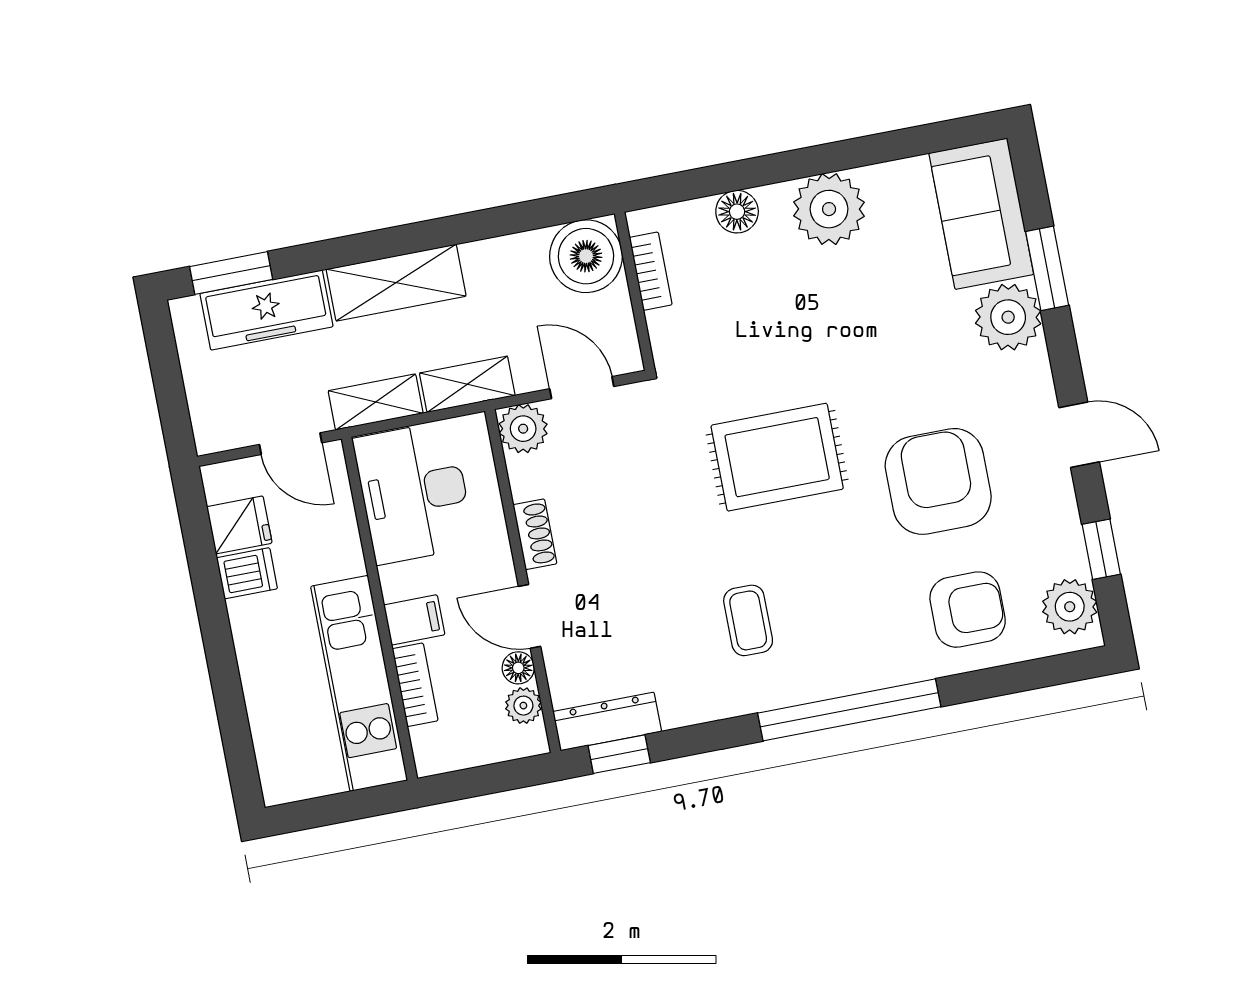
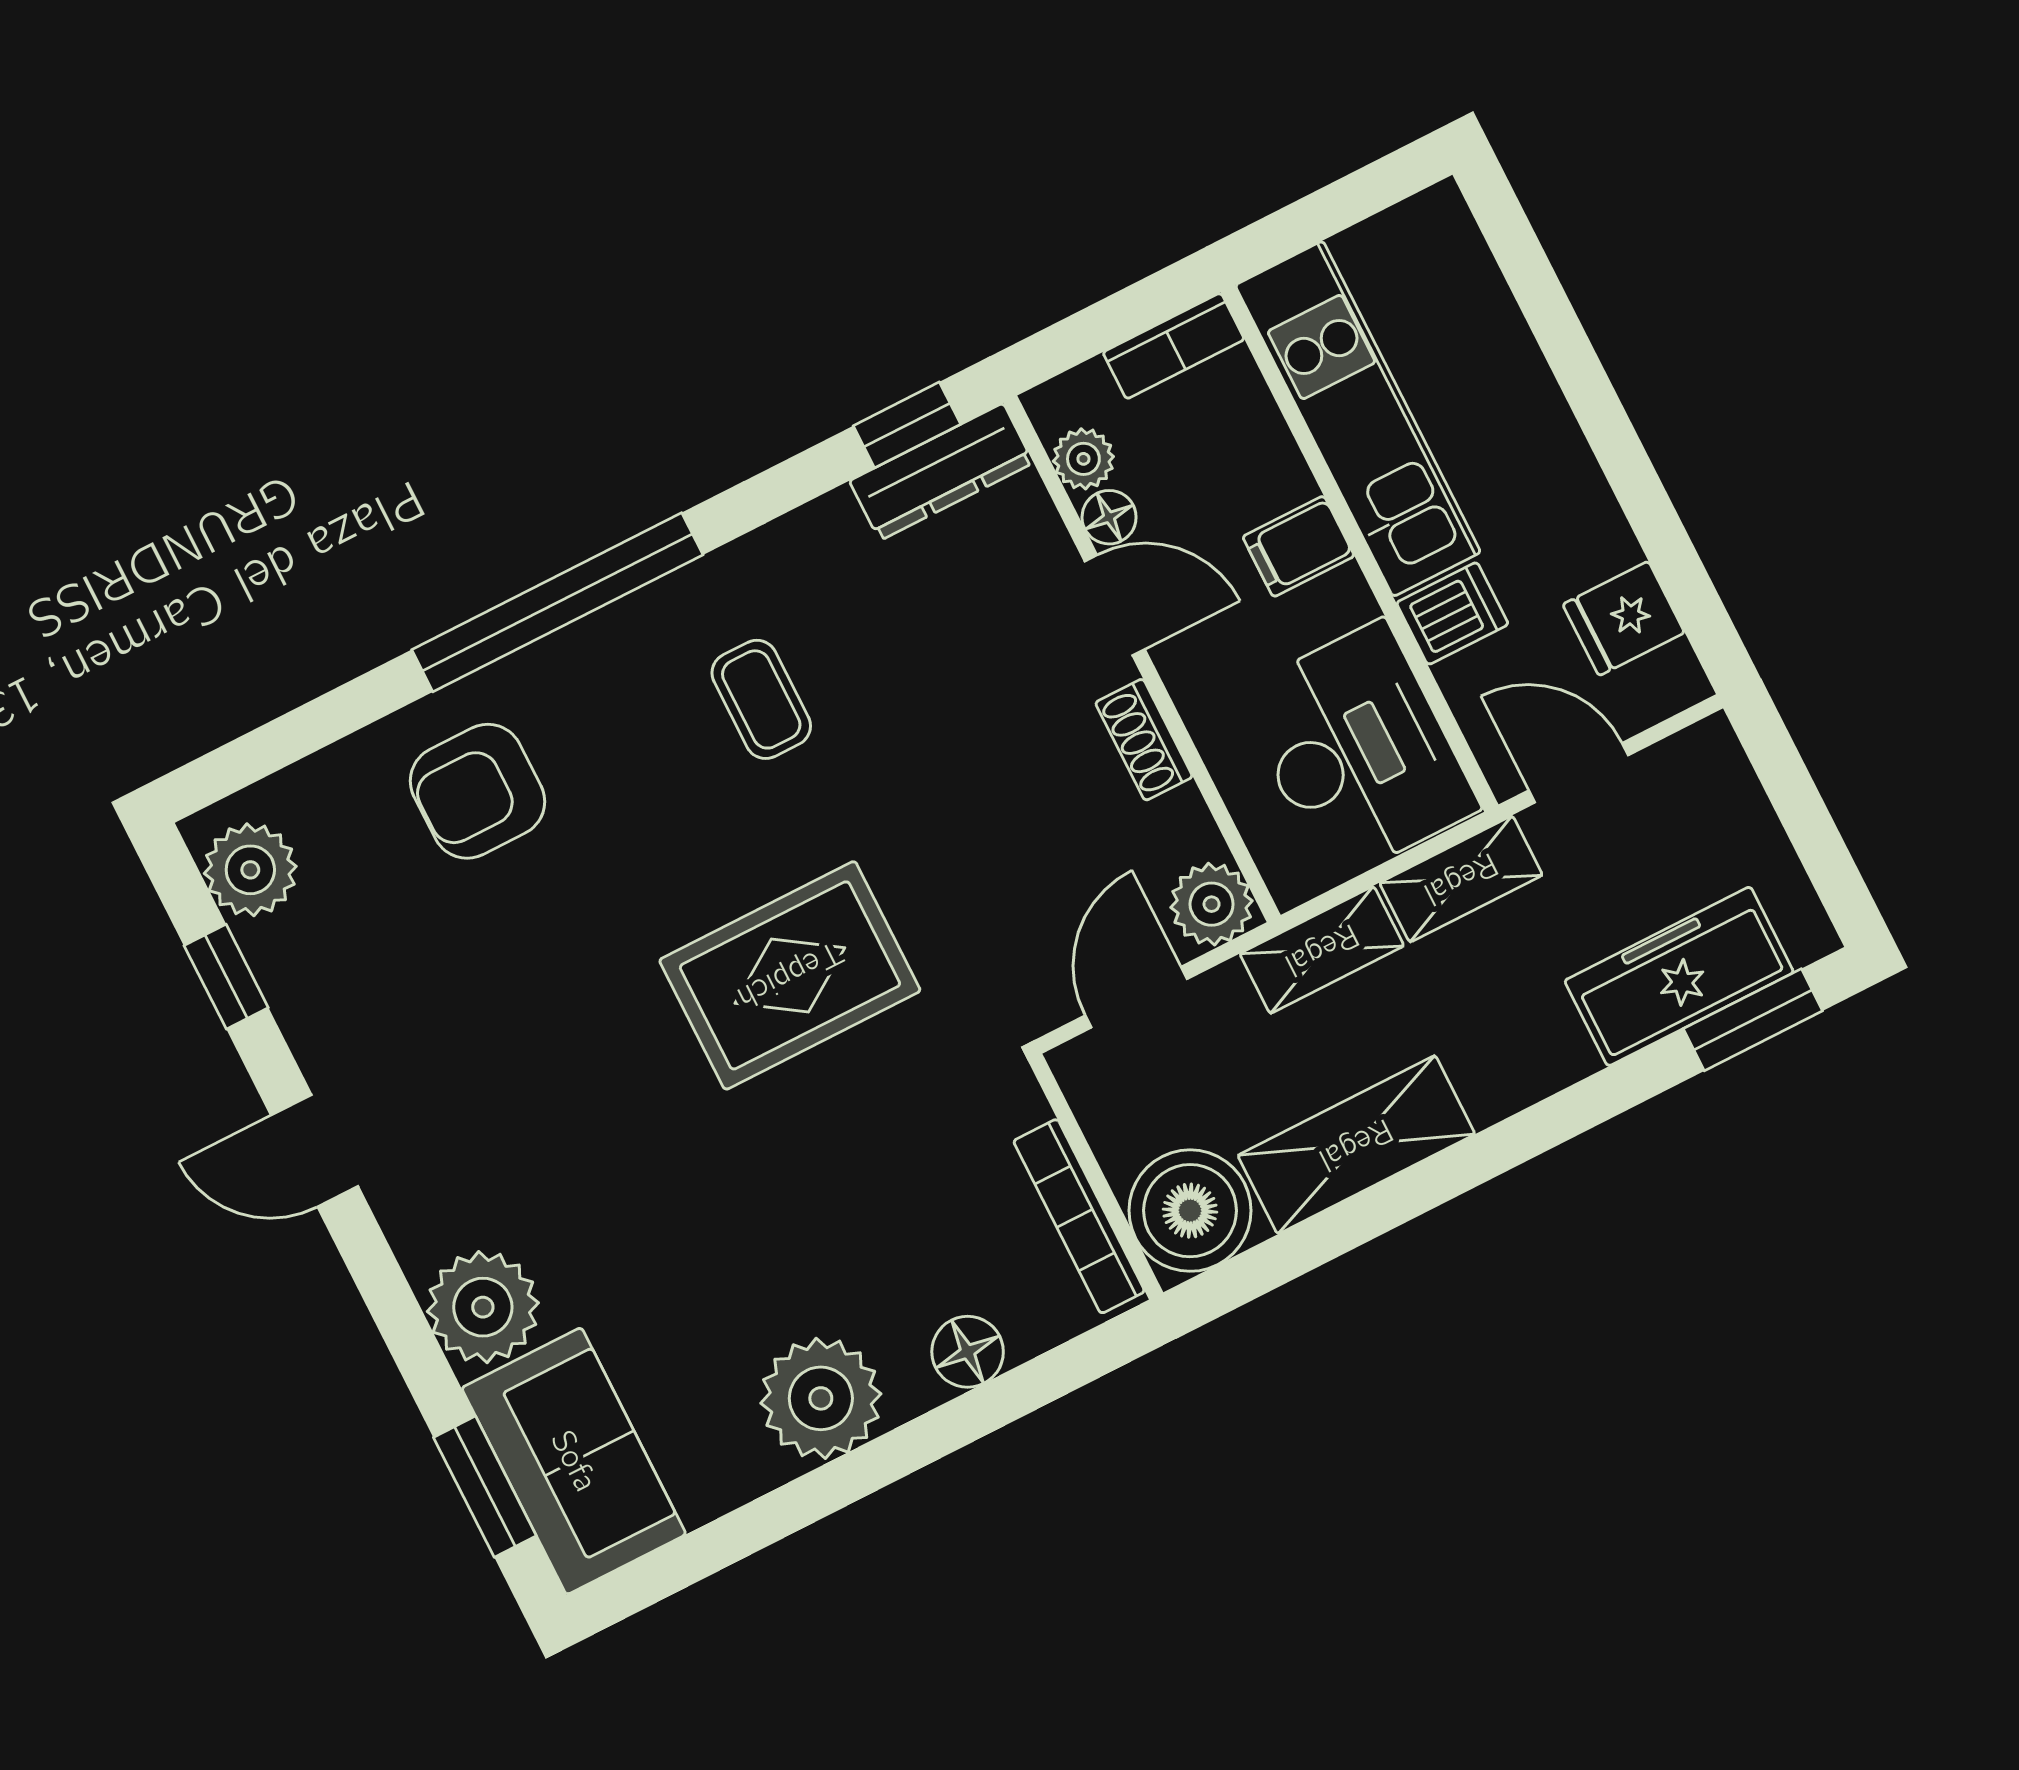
window: (1047, 268) -> (485, 1487), moved
bookcase: (651, 271) -> (1079, 1216), width x1.56
shelving: (396, 283) -> (1356, 1145), moved
door: (582, 388) -> (1136, 997), swing flipped
armchair: (938, 481) -> (520, 1011), removed
dishwasher: (247, 573) -> (1452, 613), moved, turned 180
armchair: (968, 610) -> (477, 791), moved
bookcase: (415, 685) -> (1174, 346), moved, turned -90

